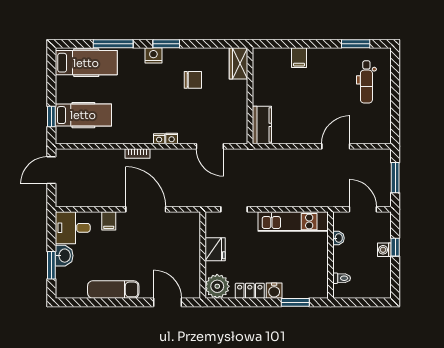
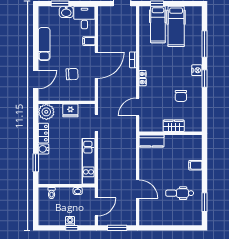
hospital bed: (86, 63) -> (176, 26), moved
wardrobe: (239, 63) -> (174, 126), moved
dental chair: (366, 82) -> (180, 193), moved
chair: (159, 247) -> (72, 74), added

